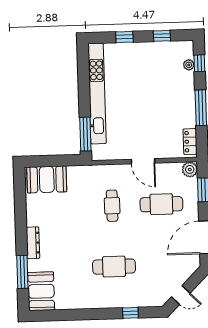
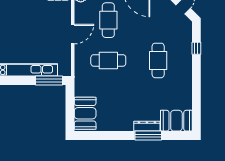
cafe table: (112, 206) -> (108, 60), width x1.37, depth x1.35
dresser: (33, 243) -> (147, 126), moved
window: (22, 272) -> (148, 136), moved

